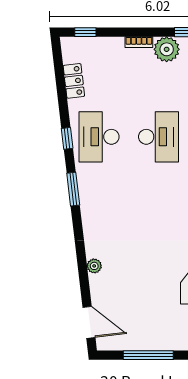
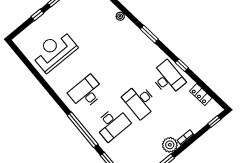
window: (73, 189) -> (149, 34), moved

